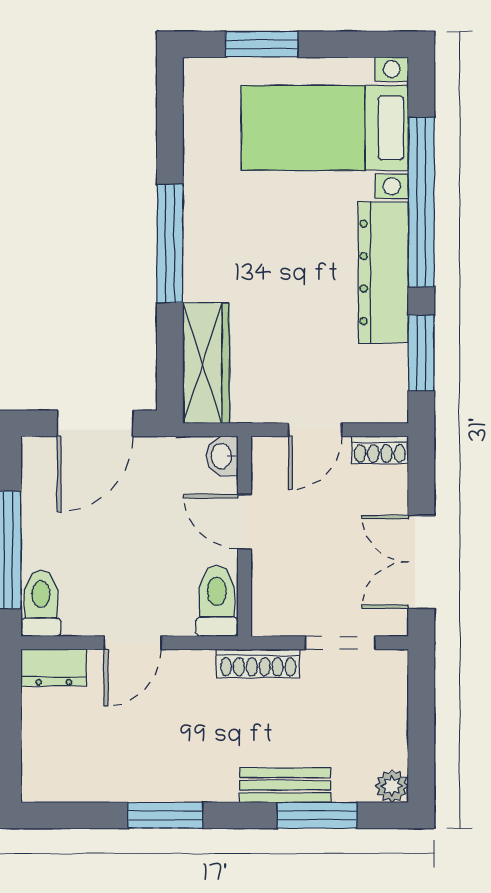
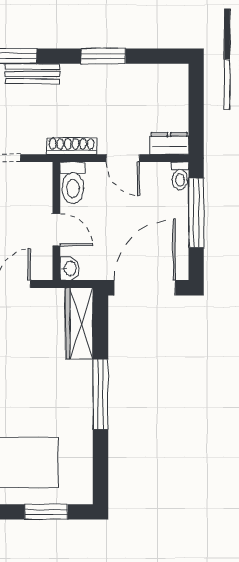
door: (95, 423) -> (145, 288), width x1.36
toilet: (41, 603) -> (180, 176), width x0.73, depth x0.72
door: (132, 643) -> (123, 158), swing flipped
shoe rack: (258, 663) -> (72, 146), moved

